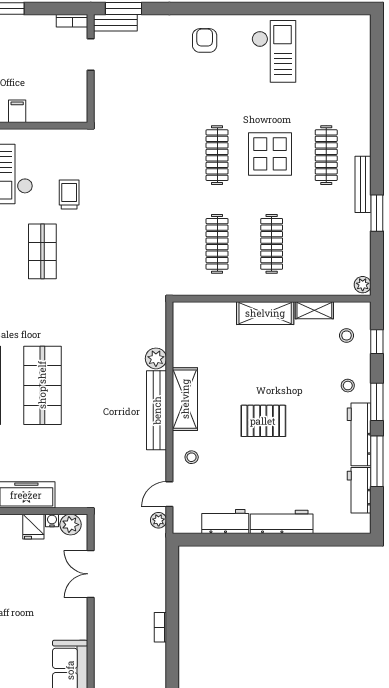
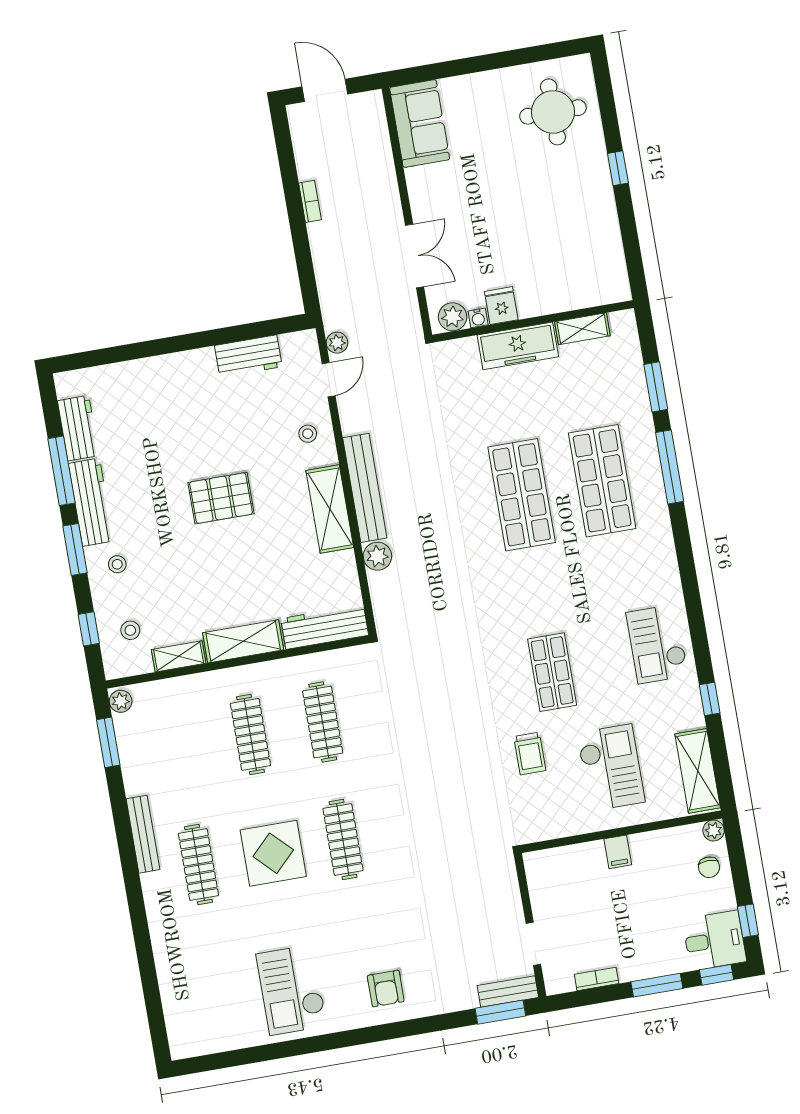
bookcase: (72, 21) -> (597, 979), moved
window: (377, 213) -> (108, 742), moved
workbench: (282, 522) -> (325, 627), moved, turned 180

